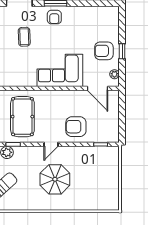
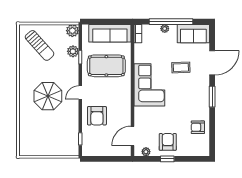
armchair: (54, 17) -> (198, 127), moved
corner sofa: (60, 70) -> (149, 85), moved
armchair: (76, 127) -> (97, 116), turned 180
door: (51, 144) -> (80, 93), hinge flipped

